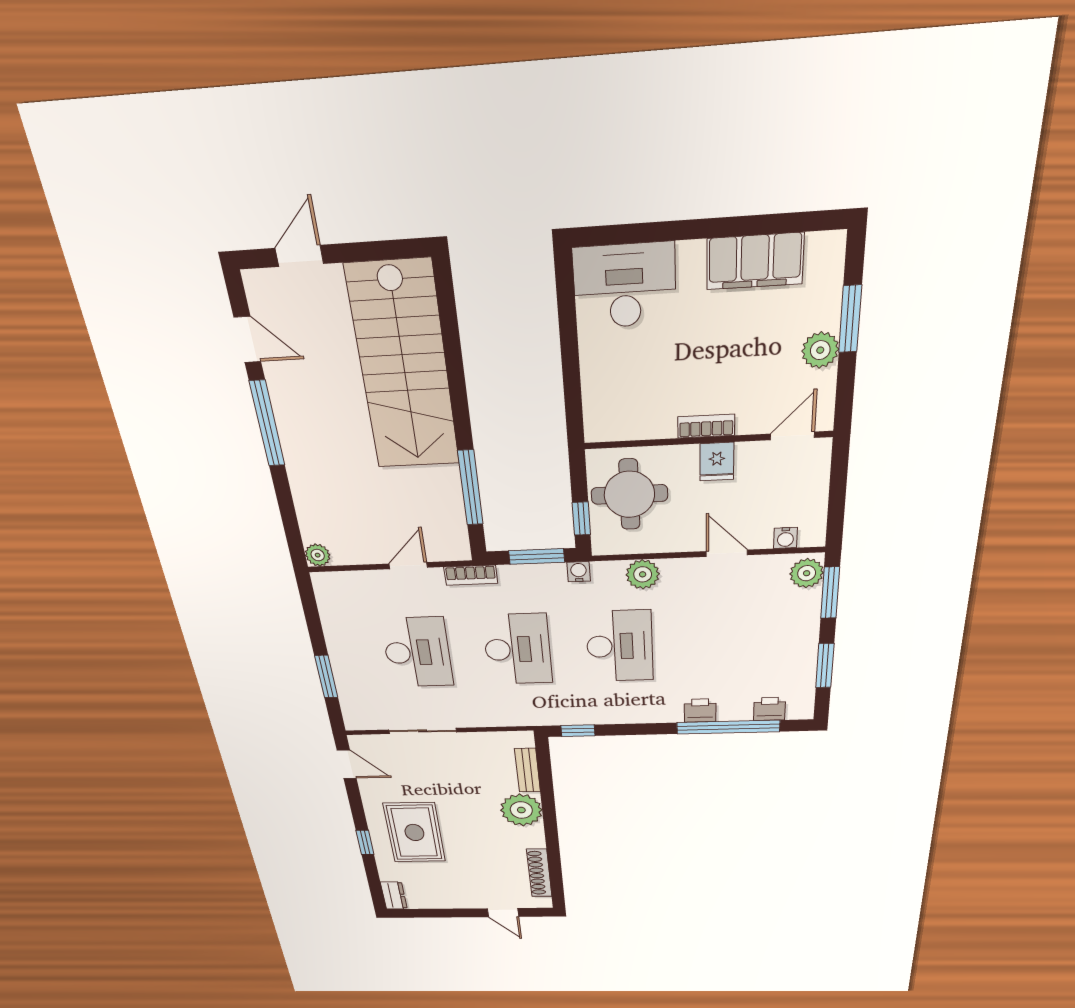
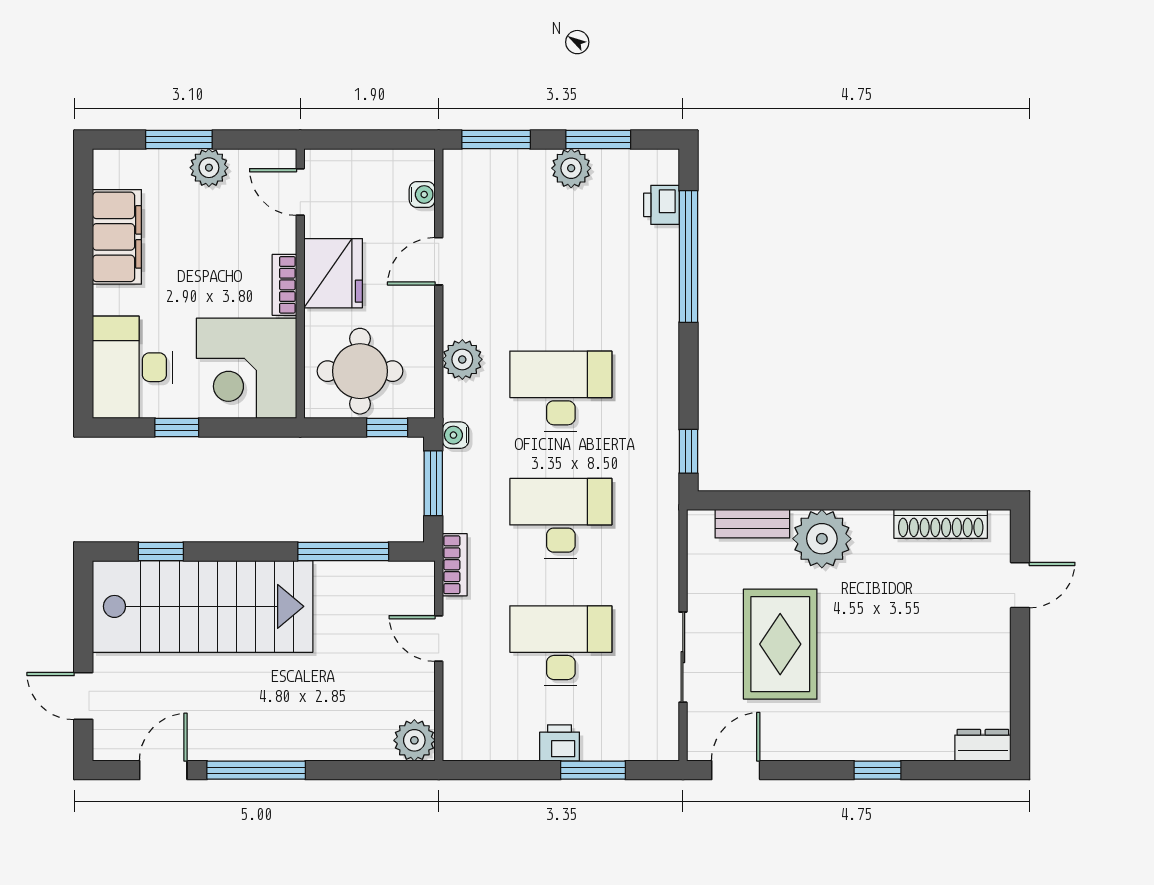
window: (449, 325) -> (161, 551), added
window: (568, 333) -> (177, 427), added
corner desk: (628, 396) -> (246, 368), added
fridge: (717, 462) -> (333, 273), width x1.88, depth x1.34
plant: (318, 555) -> (414, 740), width x1.38, depth x1.38
plant: (807, 573) -> (571, 168), moved
printer: (700, 710) -> (560, 743), moved, turned 90
rug: (414, 832) -> (780, 644), moved, turned 90

